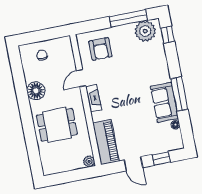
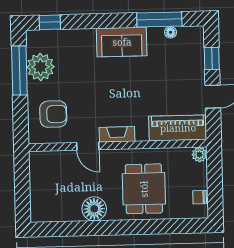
plant: (145, 31) -> (40, 67), moved
chair: (42, 55) -> (200, 197), moved
window: (179, 94) -> (159, 20), moved
sofa: (164, 102) -> (122, 42), moved

